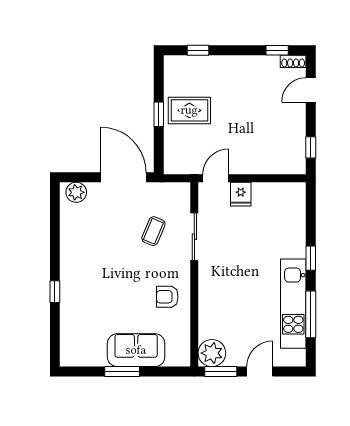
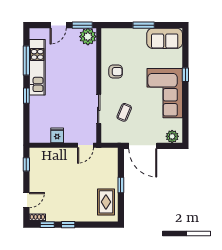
window: (198, 50) -> (68, 225), moved
rug: (189, 110) -> (106, 202), moved, turned 90
fridge: (241, 194) -> (57, 135), moved
corner sofa: (88, 262) -> (165, 93), added
sofa: (136, 350) -> (165, 38), moved

